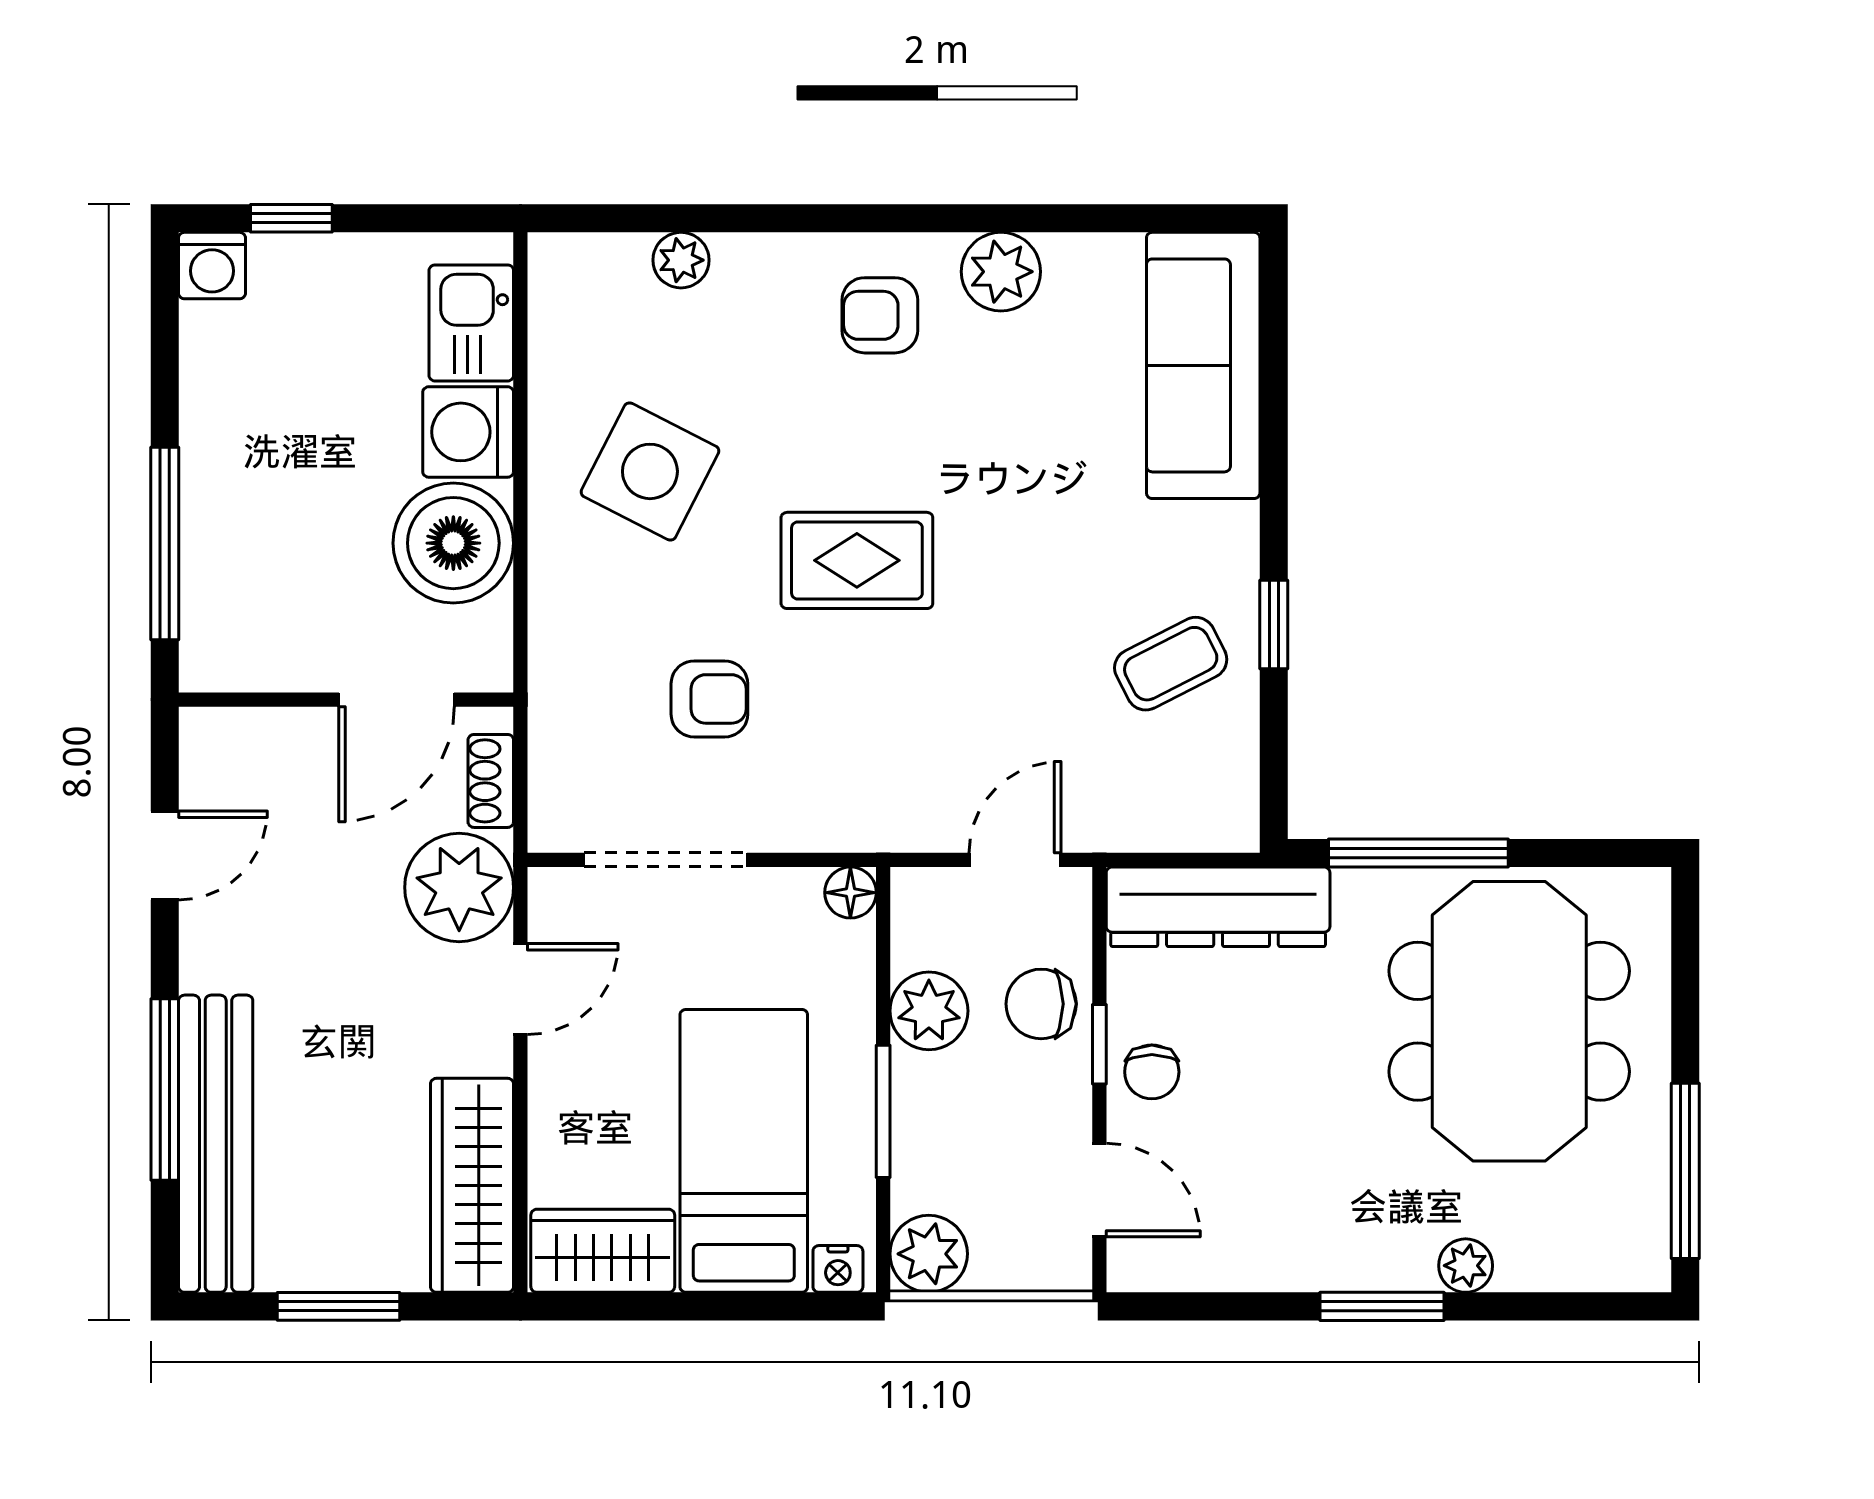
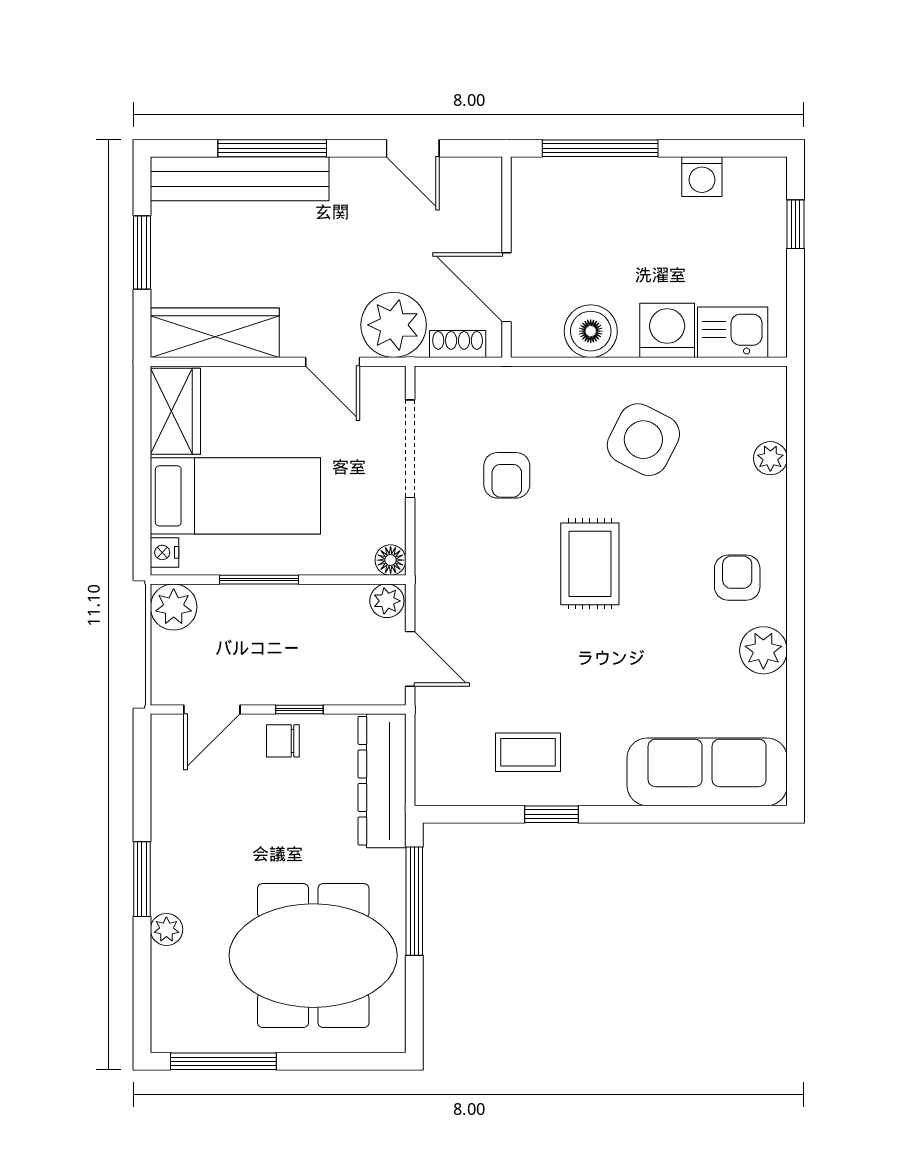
washing machine: (212, 266) -> (702, 177), moved, turned -90
boiler: (453, 543) -> (591, 331), width x0.73, depth x0.73
coffee table: (1171, 664) -> (528, 752), turned -63
chair: (1041, 1004) -> (324, 674), removed
plant: (929, 1011) -> (387, 601), moved, width x0.73, depth x0.73

